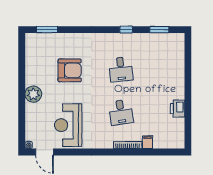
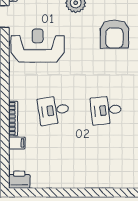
armchair: (70, 70) -> (114, 34), moved
printer: (178, 109) -> (19, 180), moved

